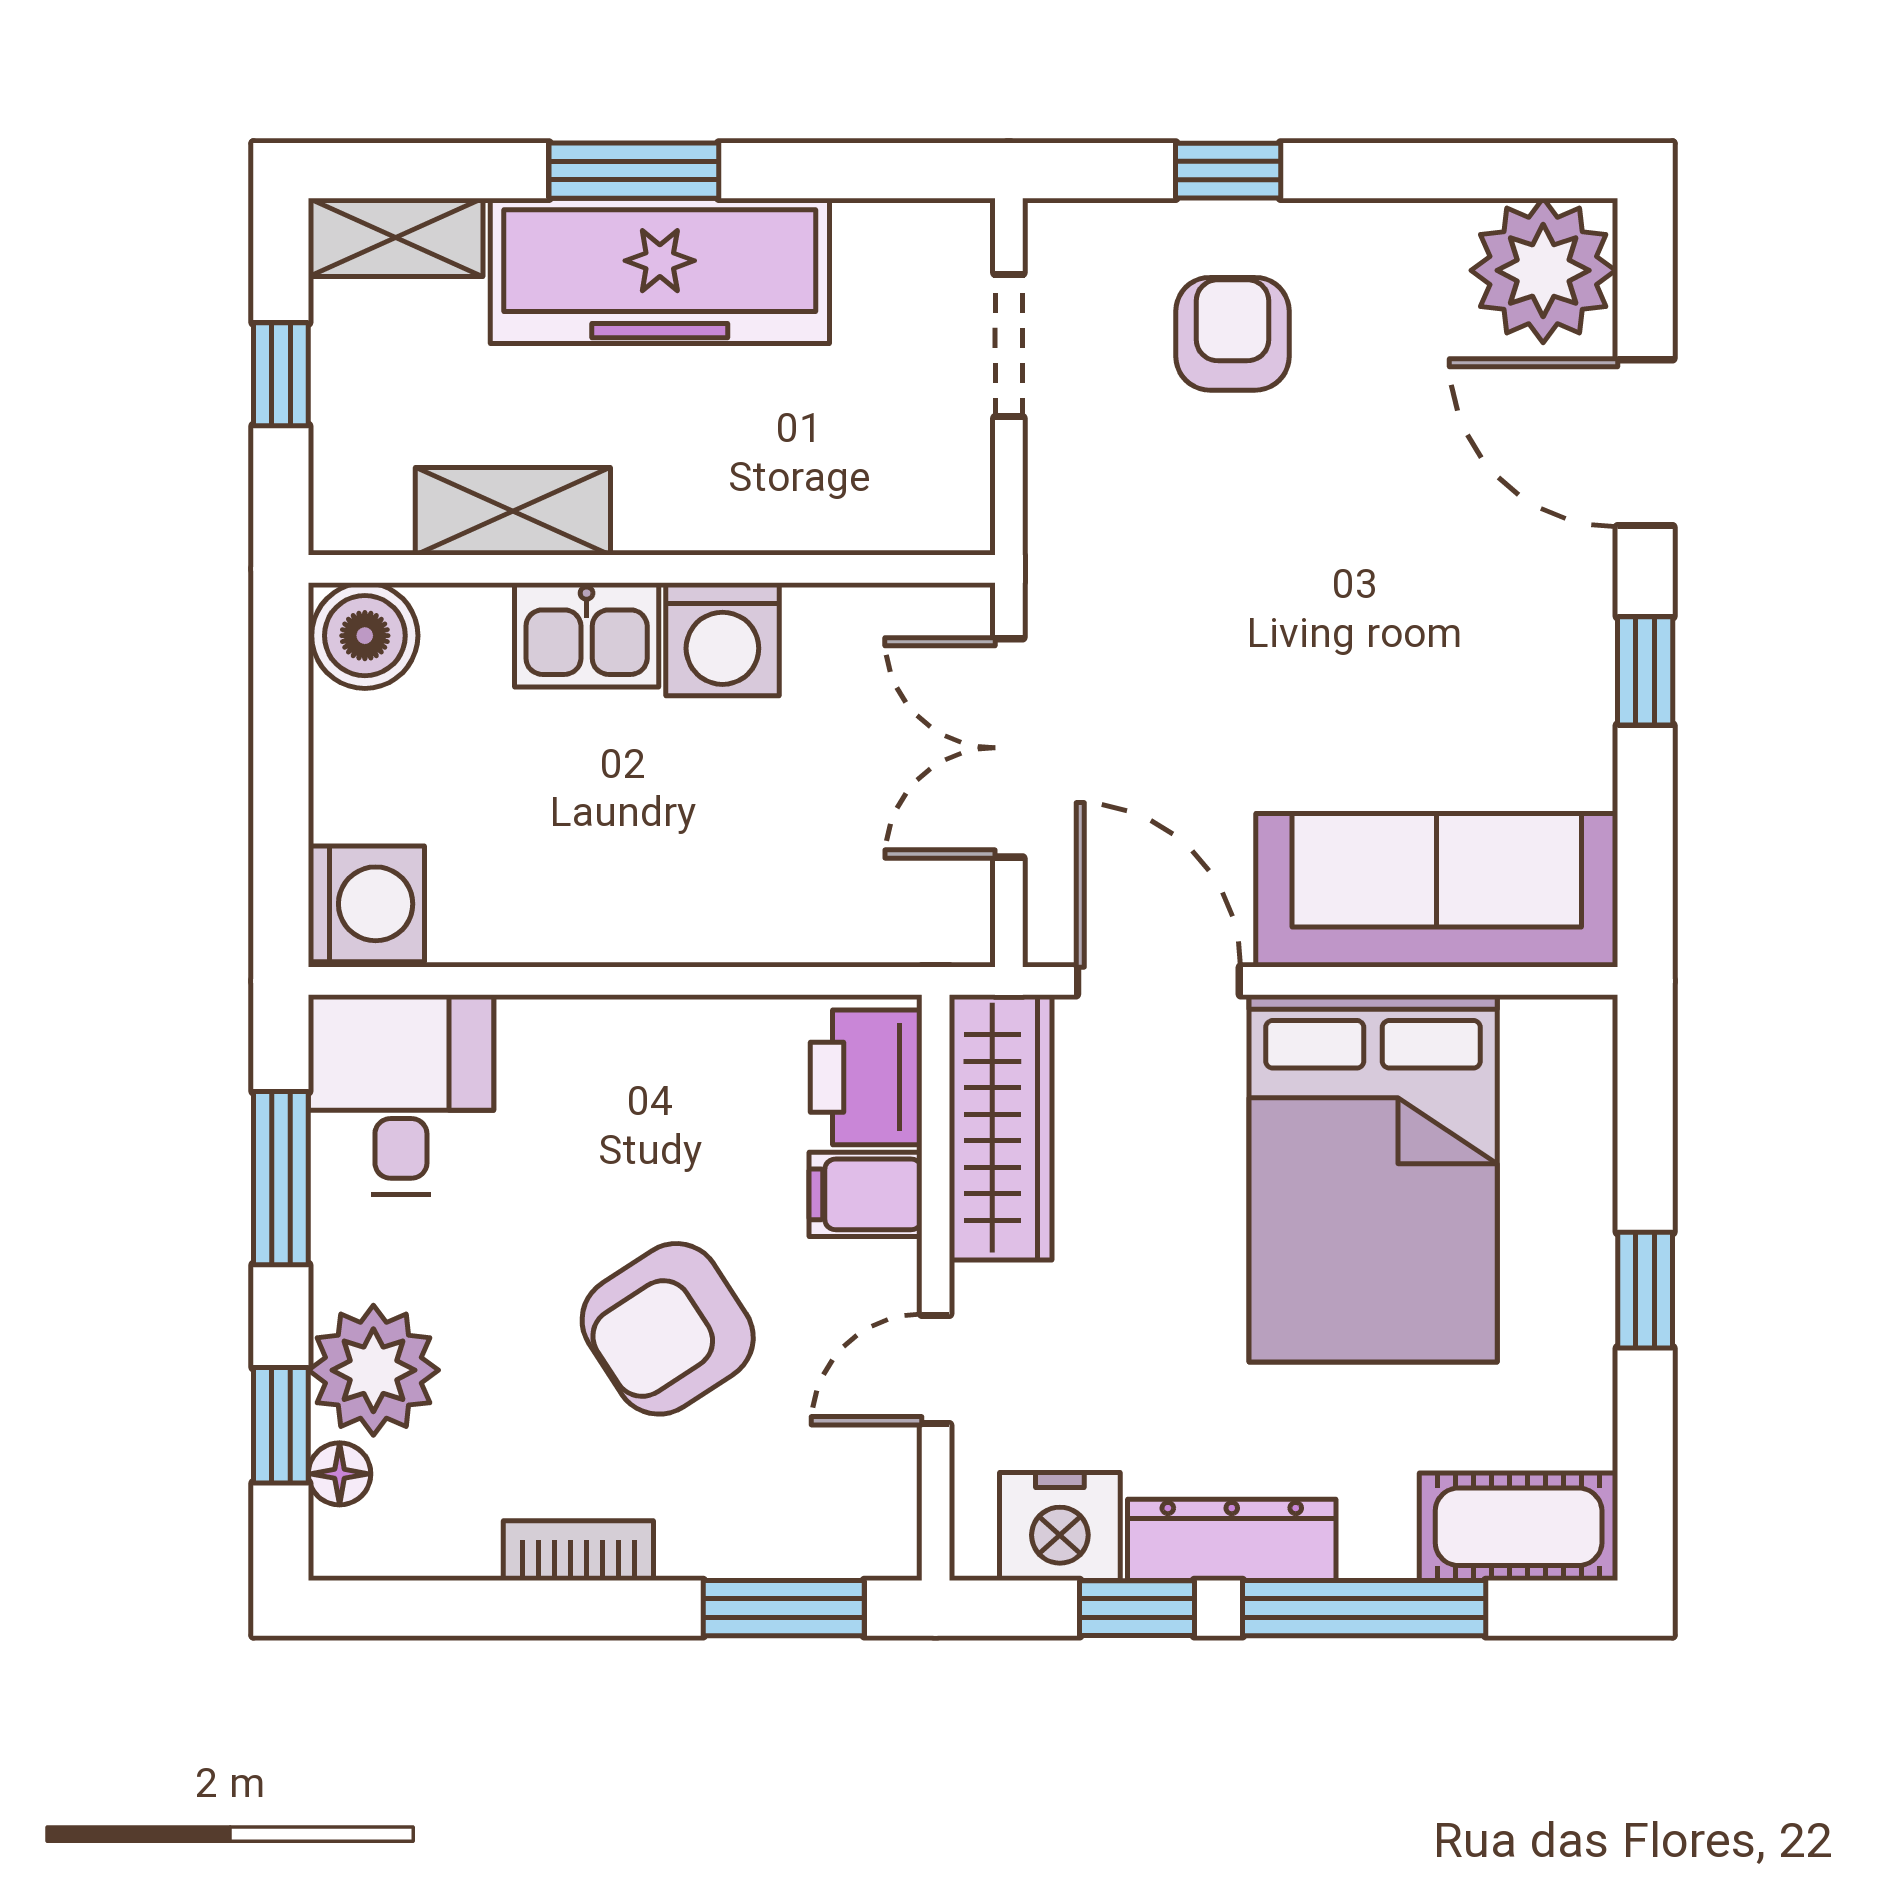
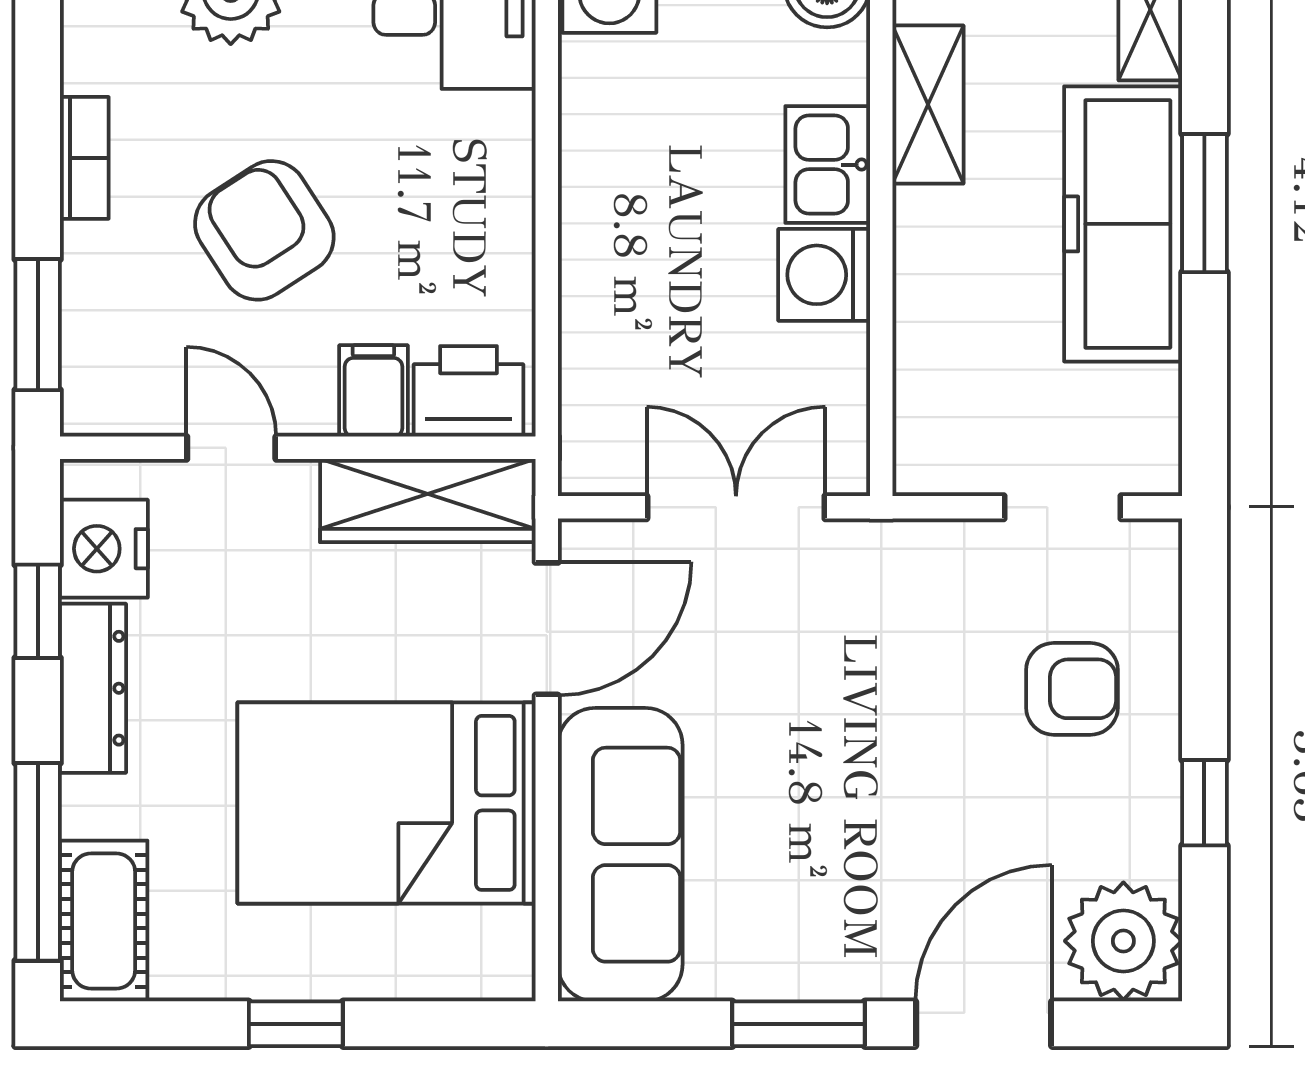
window: (1228, 171) -> (1204, 803), moved
window: (1645, 671) -> (798, 1024), width x1.50
window: (1364, 1608) -> (38, 862), moved

